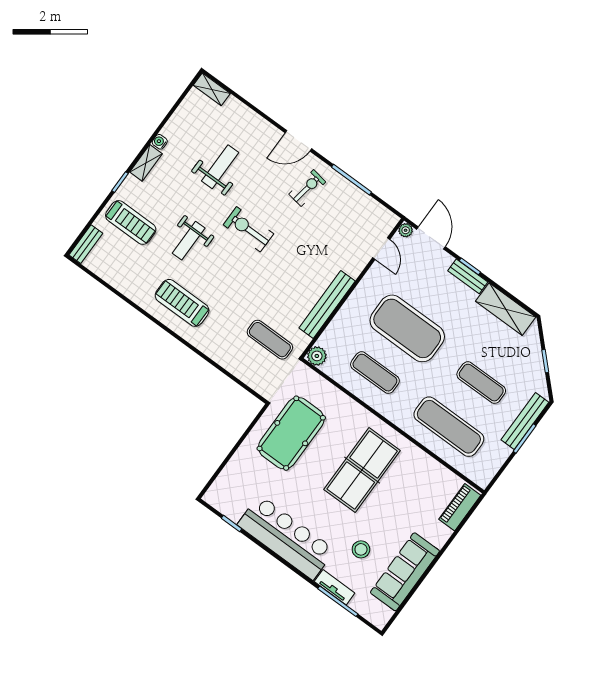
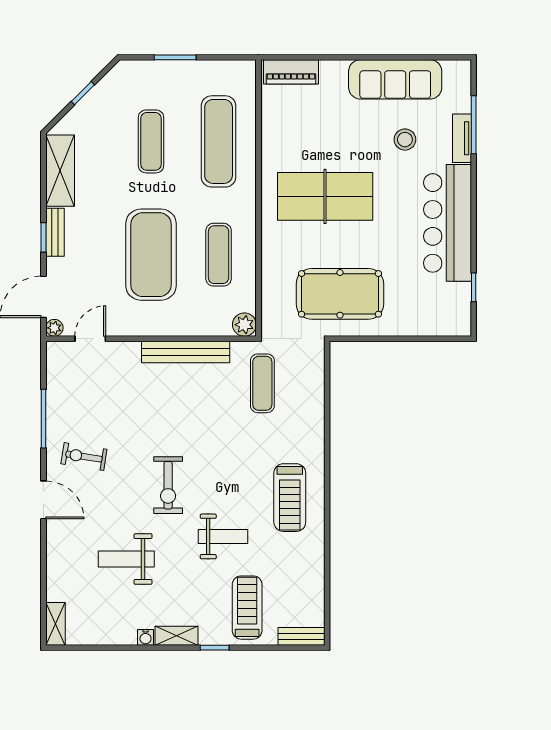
bench: (525, 421) -> (157, 70), removed

